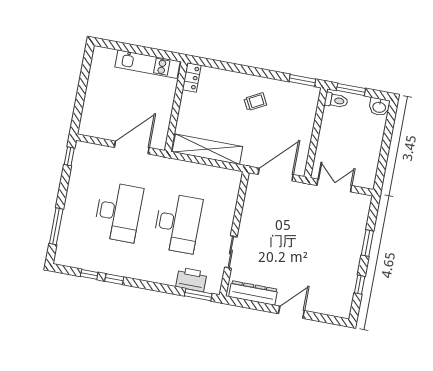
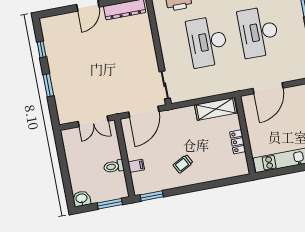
locker: (192, 78) -> (238, 142), moved
toilet: (336, 100) -> (114, 166), moved
filing cabinet: (307, 119) -> (136, 166), added
shelving: (207, 149) -> (216, 109), width x0.68
sliding door: (231, 252) -> (165, 85), moved

